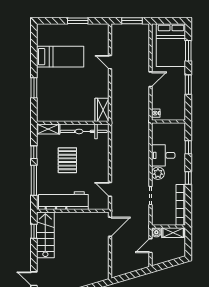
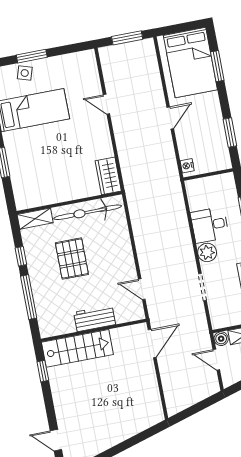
window: (78, 21) -> (32, 56), moved
side table: (60, 31) -> (25, 73), added
window: (188, 85) -> (230, 132), moved
workbench: (63, 201) -> (95, 318), width x0.53, depth x0.76
stairs: (45, 235) -> (77, 348), moved, turned 90
door: (151, 246) -> (216, 360), hinge flipped

